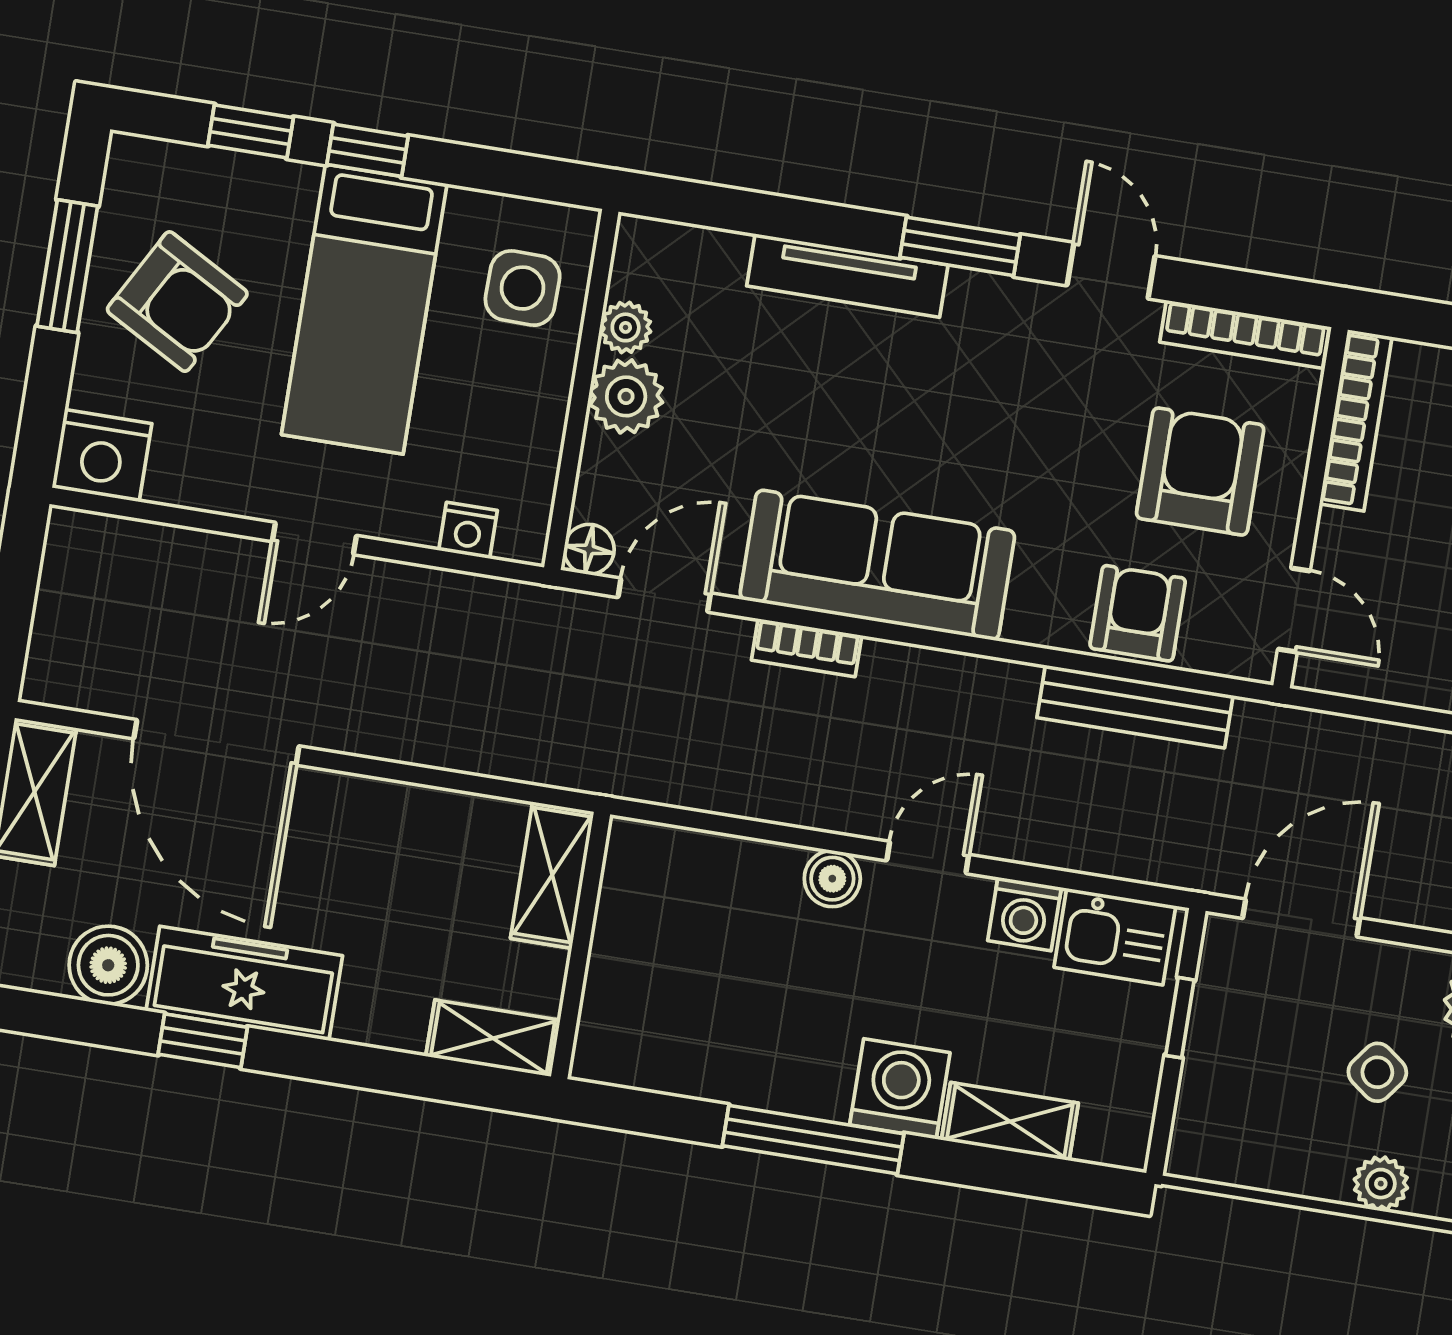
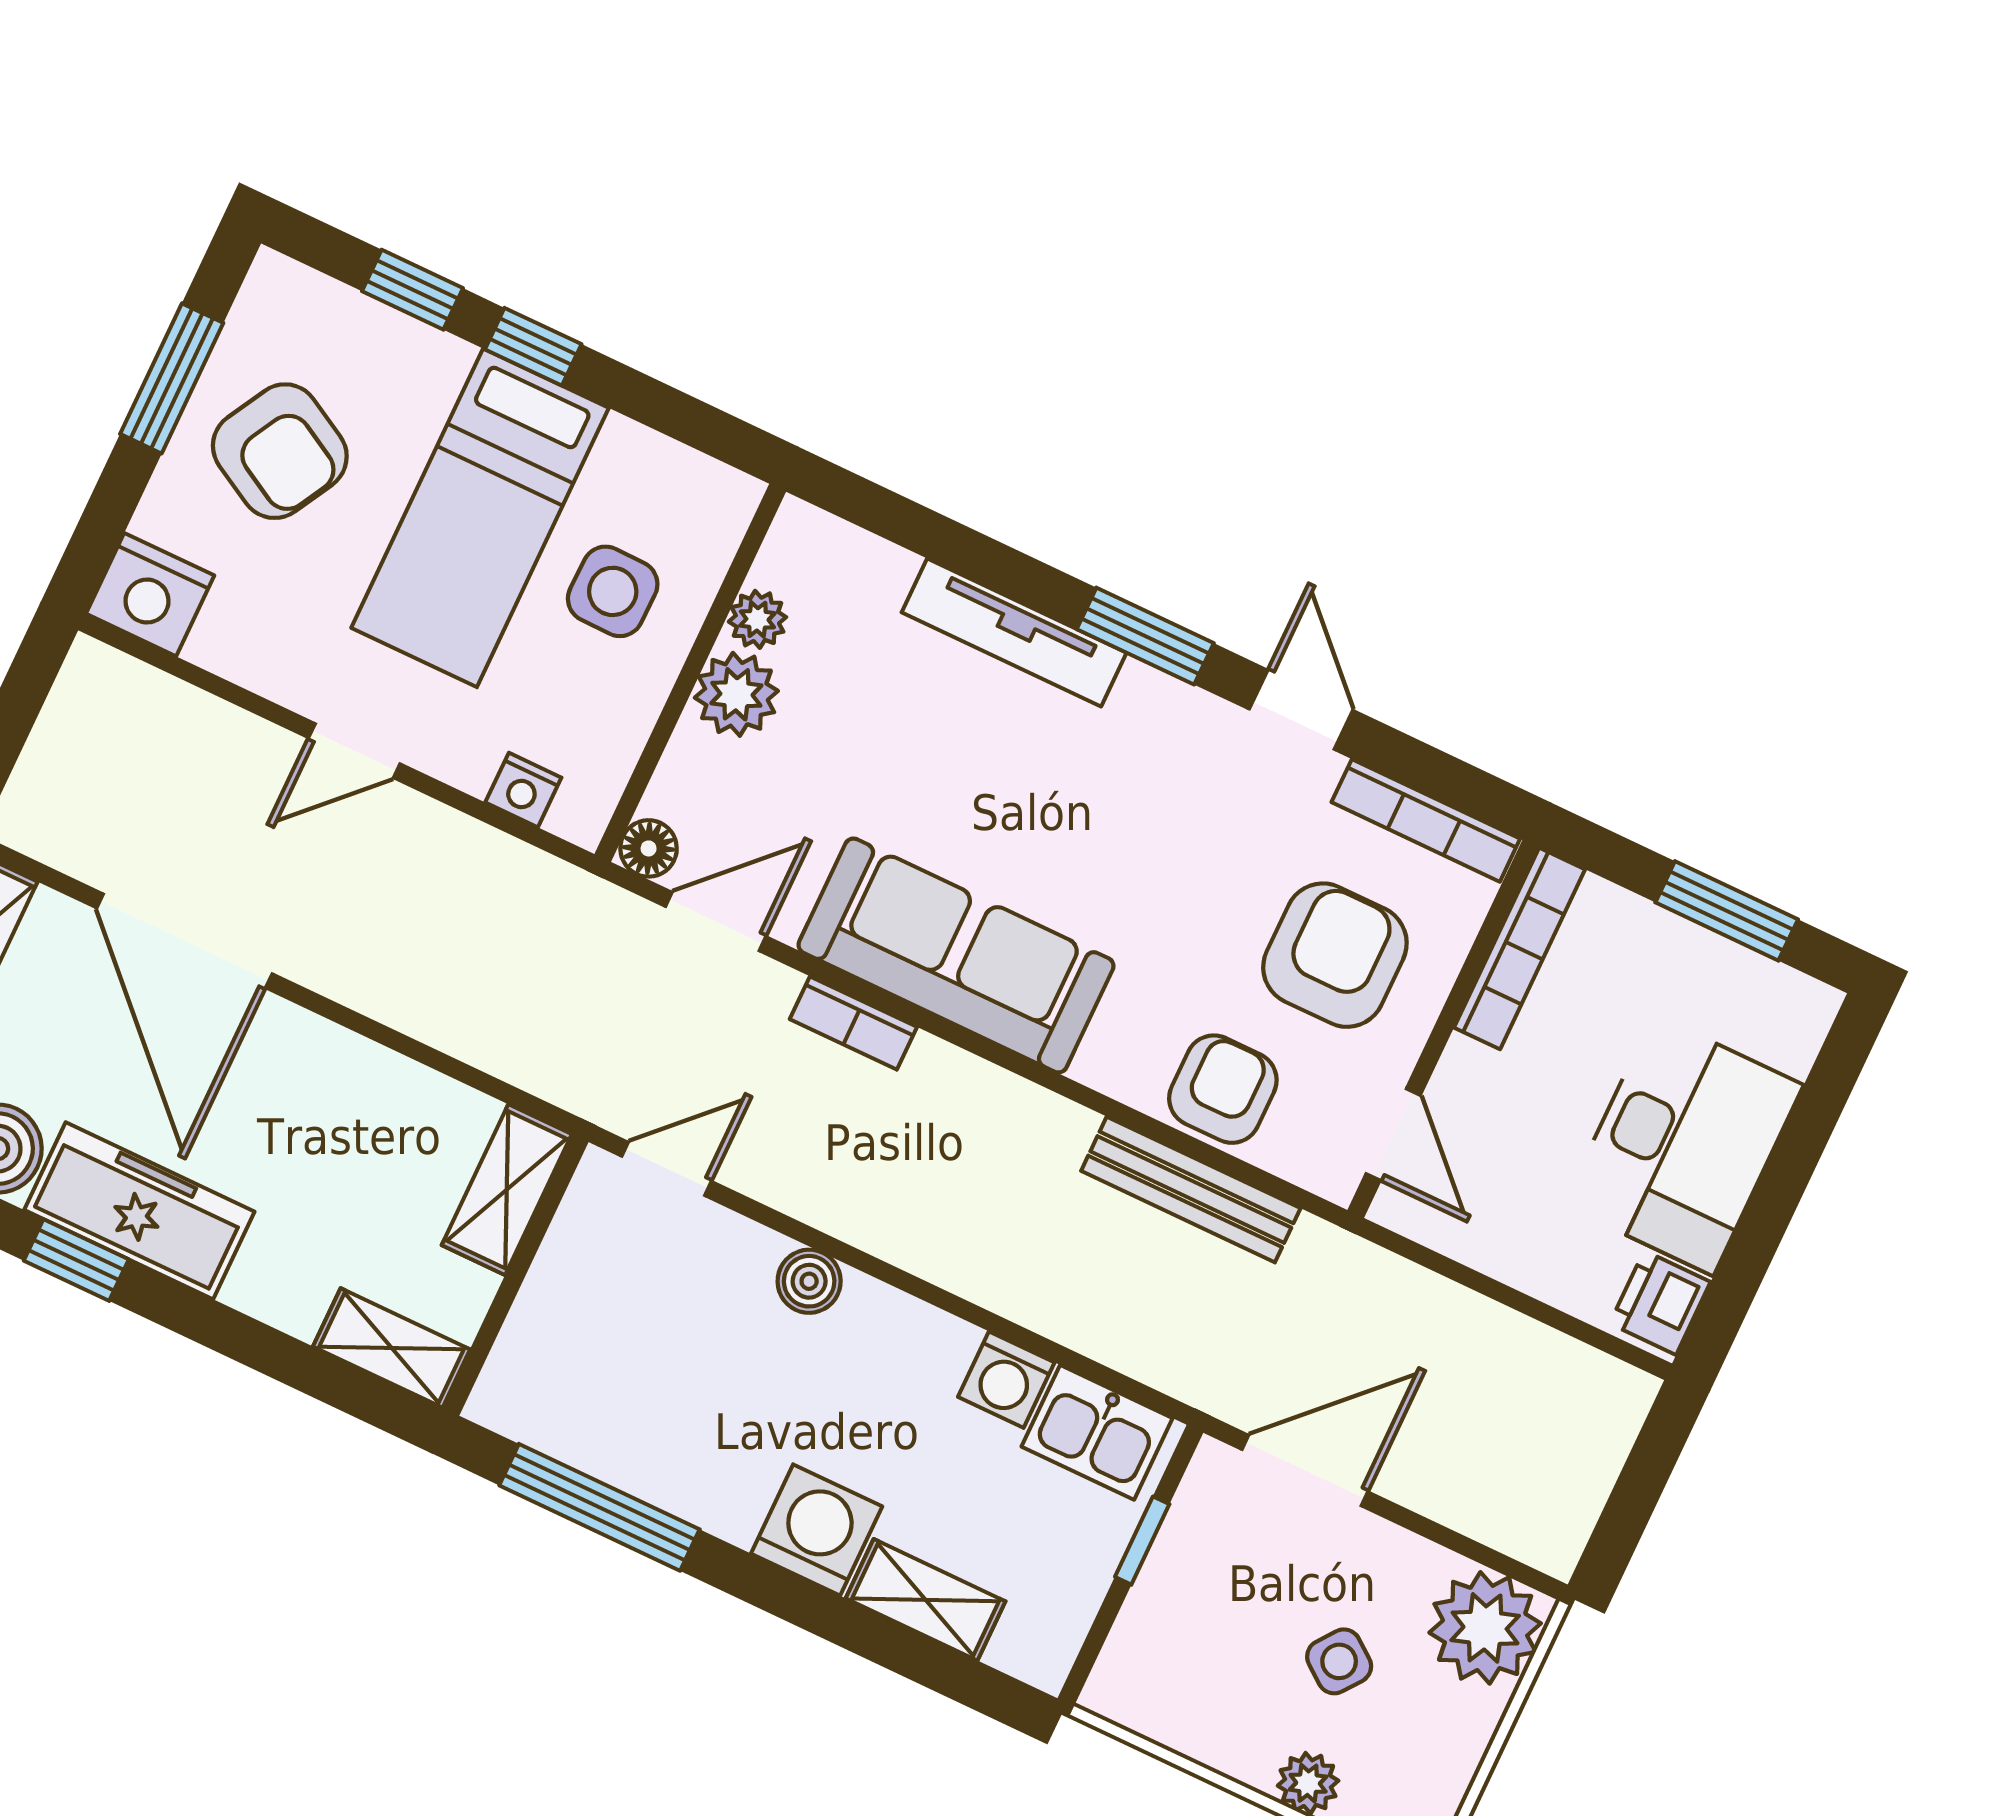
side table: (523, 288) -> (613, 591), moved
door: (928, 858) -> (667, 1169), moved
window: (813, 1140) -> (599, 1507), moved

